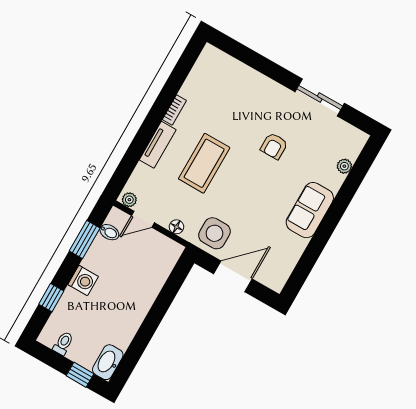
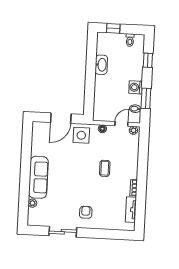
tv unit: (158, 145) -> (131, 210), moved
armchair: (274, 146) -> (86, 212), moved
coffee table: (204, 163) -> (105, 168), width x0.54, depth x0.58
sofa: (310, 210) -> (38, 177), width x1.36
washing machine: (83, 280) -> (136, 87), moved
washbasin: (108, 362) -> (101, 65), moved

